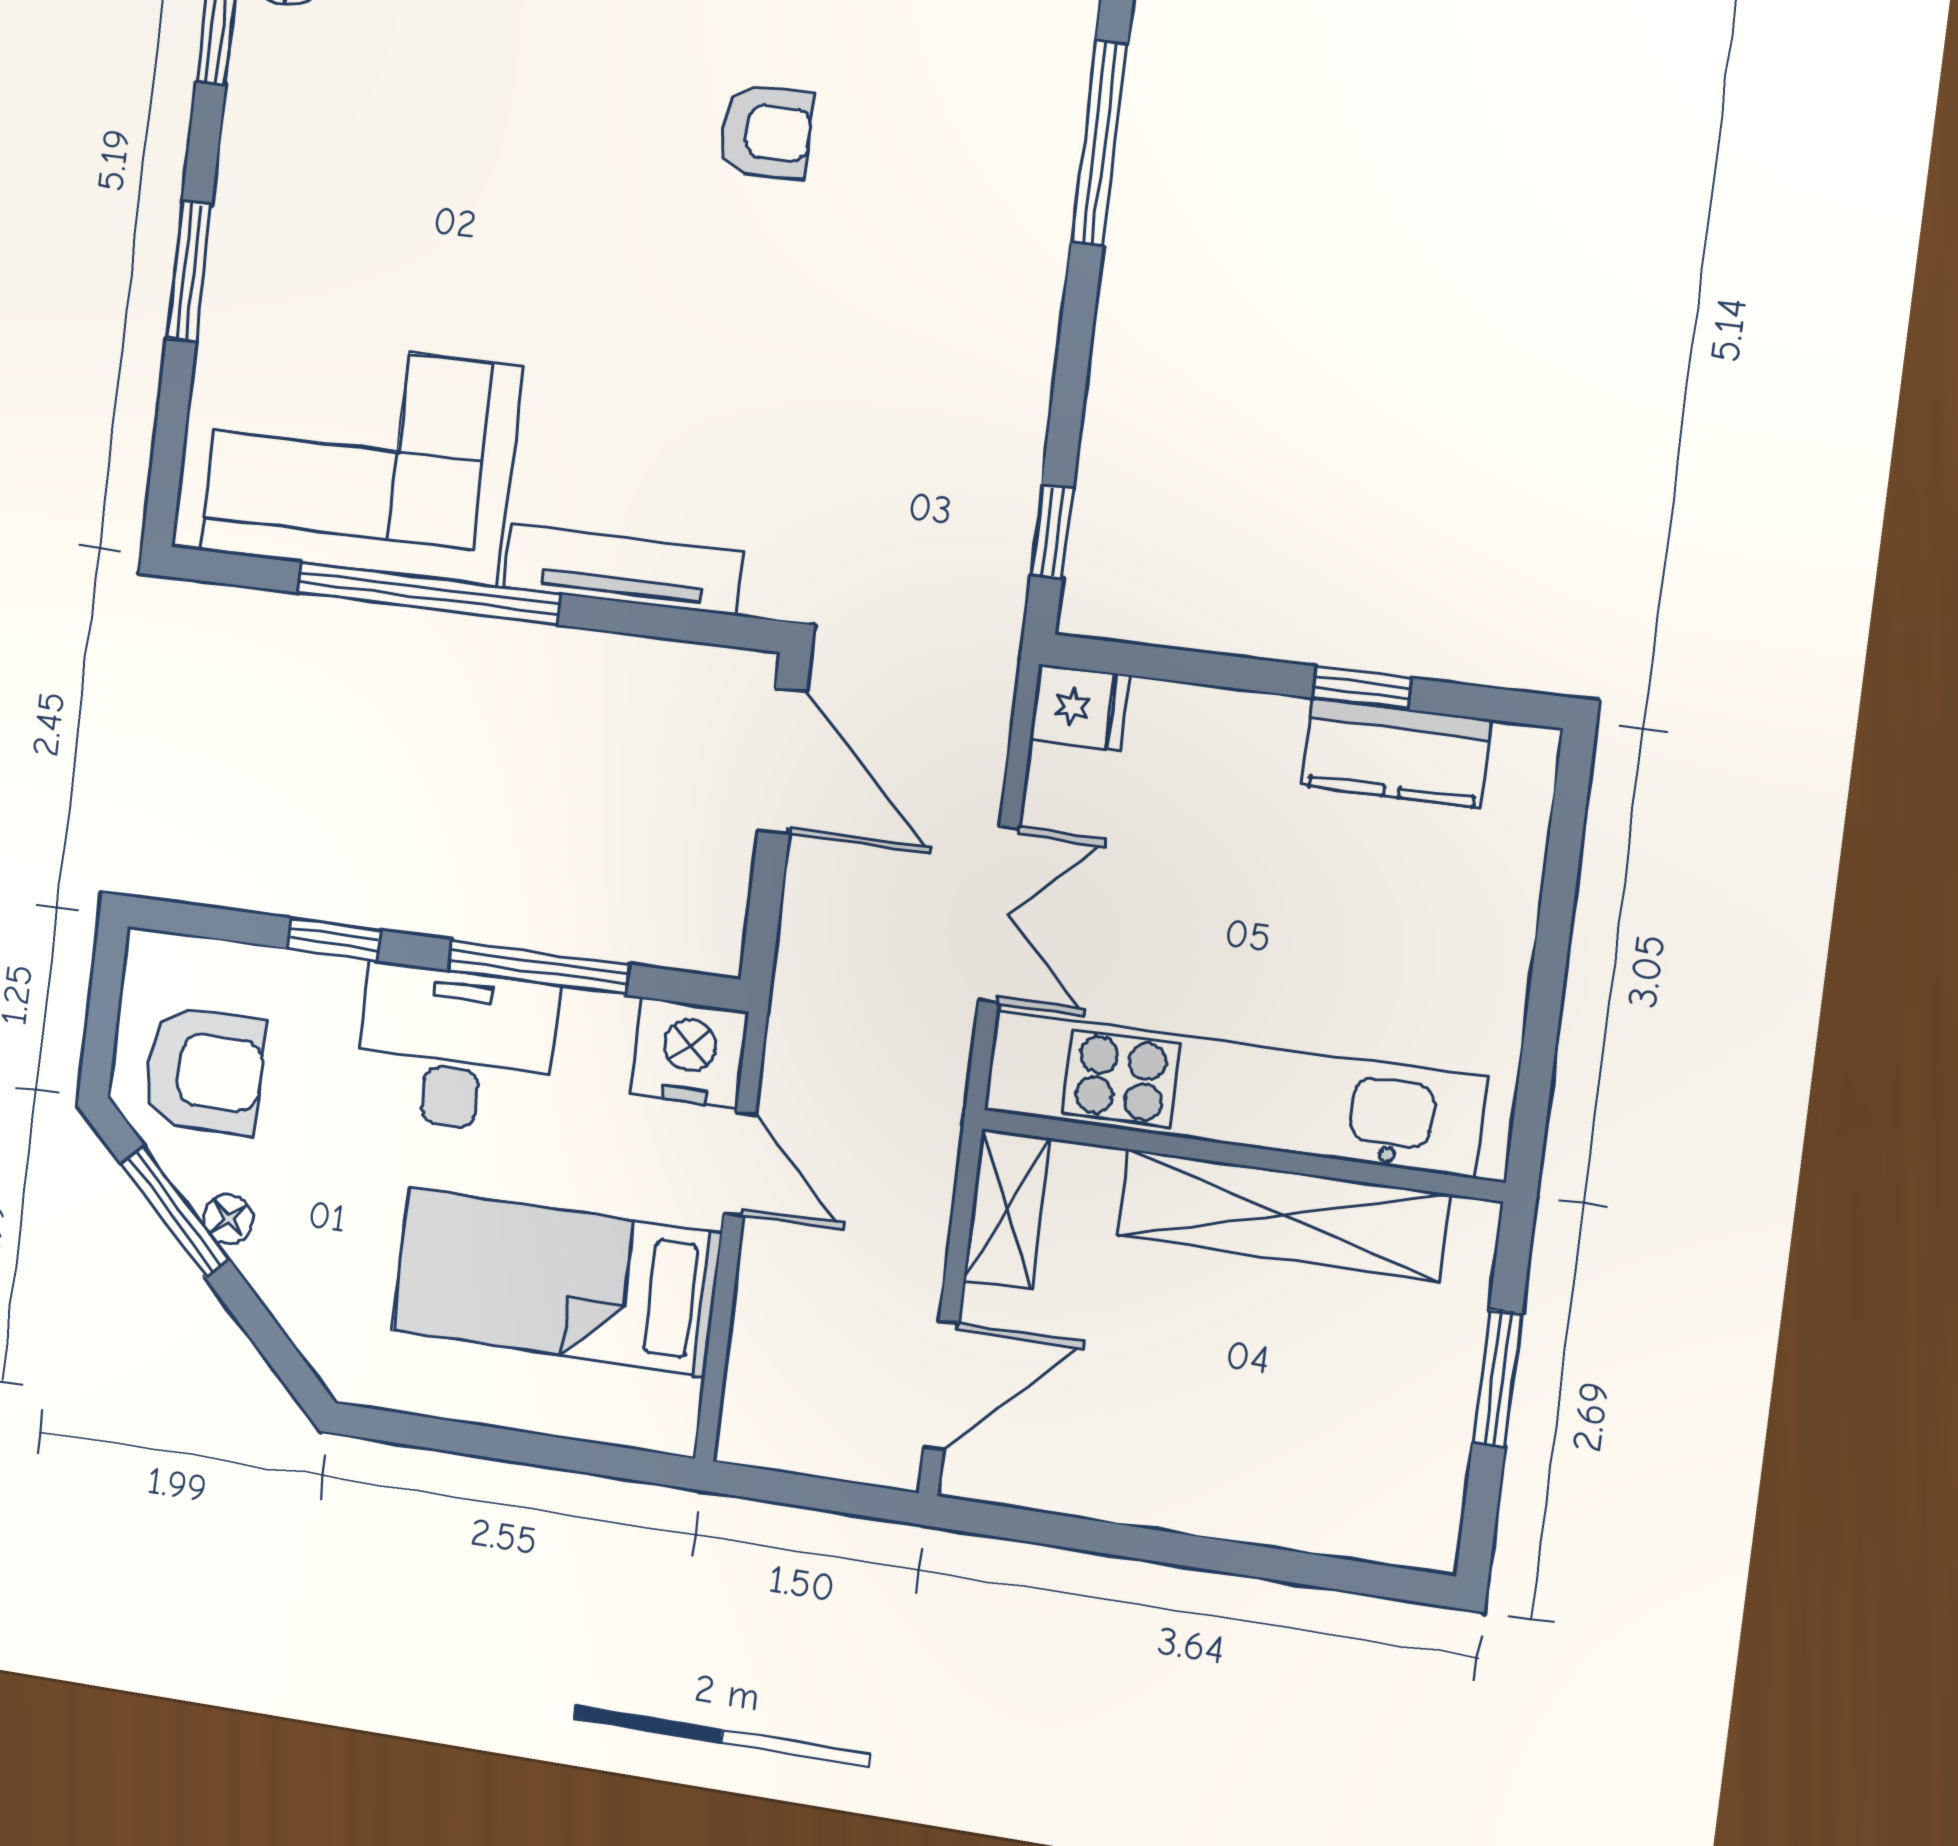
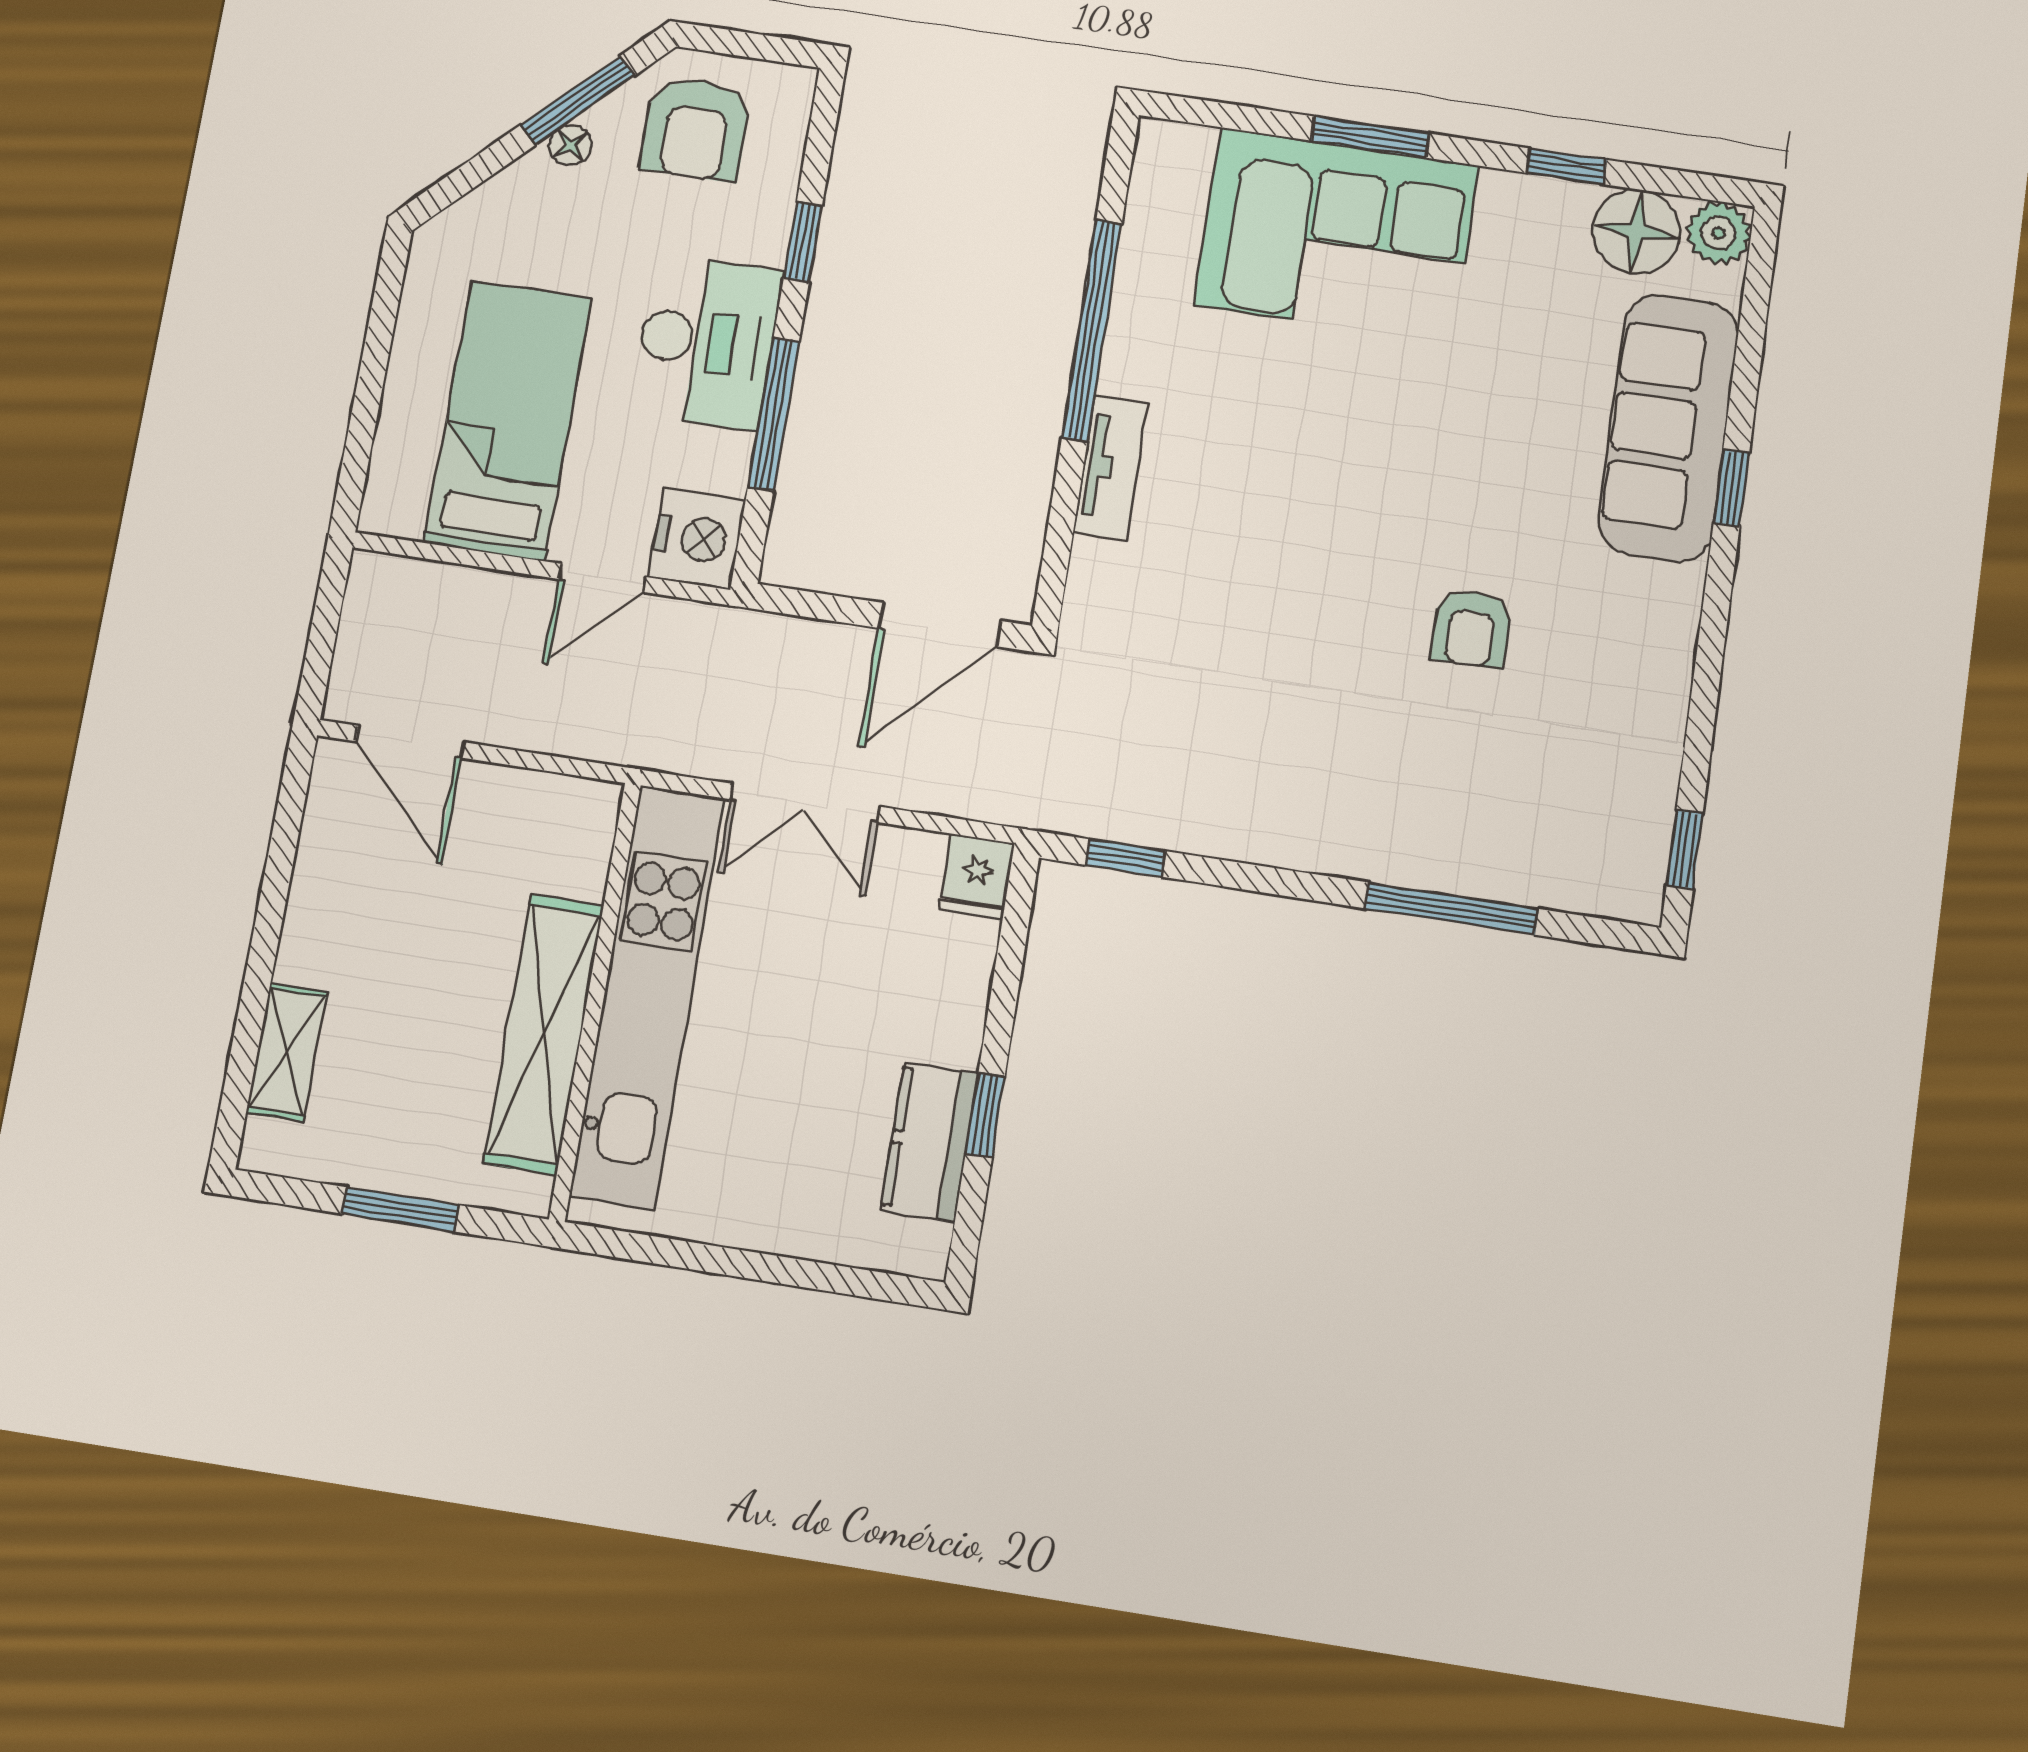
corner sofa: (361, 459) -> (1336, 235), moved, turned 90
tv unit: (623, 570) -> (1111, 467), width x0.71
shelving: (1007, 1209) -> (287, 1052), moved, turned 90

